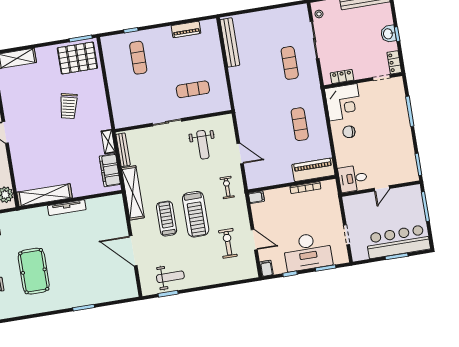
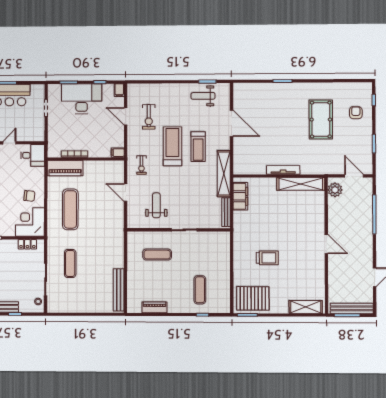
trolley: (69, 106) -> (267, 258), turned 77
exercise mat: (300, 124) -> (70, 209), width x1.36, depth x1.45
shelving: (108, 142) -> (238, 221), removed

